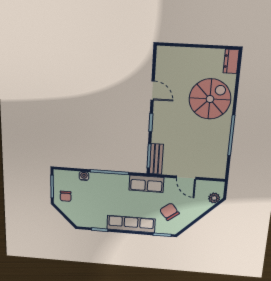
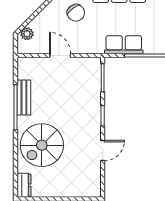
door: (153, 90) -> (103, 151), swing flipped
bench: (156, 159) -> (24, 98), moved
row of seats: (146, 184) -> (124, 45), moved

